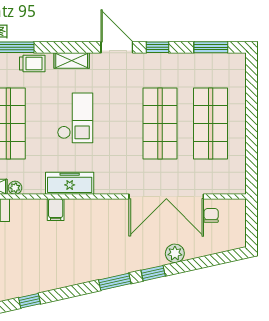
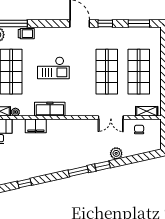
shelving: (72, 61) -> (147, 111), moved
checkout: (75, 118) -> (53, 68), turned 90
double door: (166, 197) -> (111, 118), width x0.54
filing cabinet: (56, 210) -> (36, 126), width x2.00

